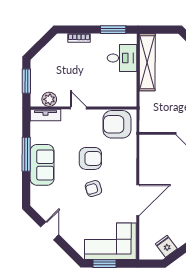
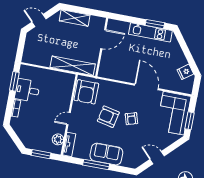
desk: (122, 58) -> (27, 90), moved, turned -90
shelving: (147, 62) -> (73, 66), moved
armchair: (90, 158) -> (108, 117), turned -78

